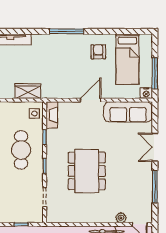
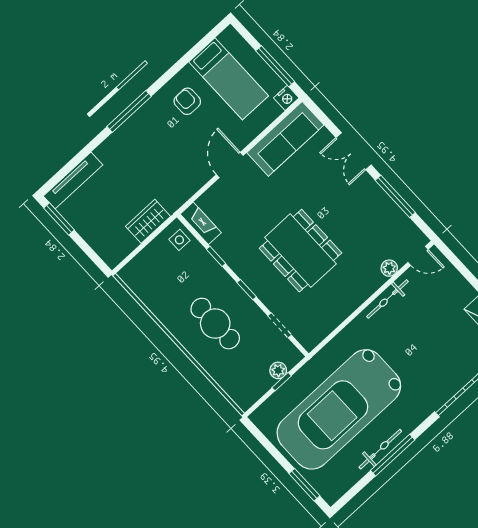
cafe table: (21, 150) -> (215, 324), moved
plant: (24, 218) -> (278, 370), added

